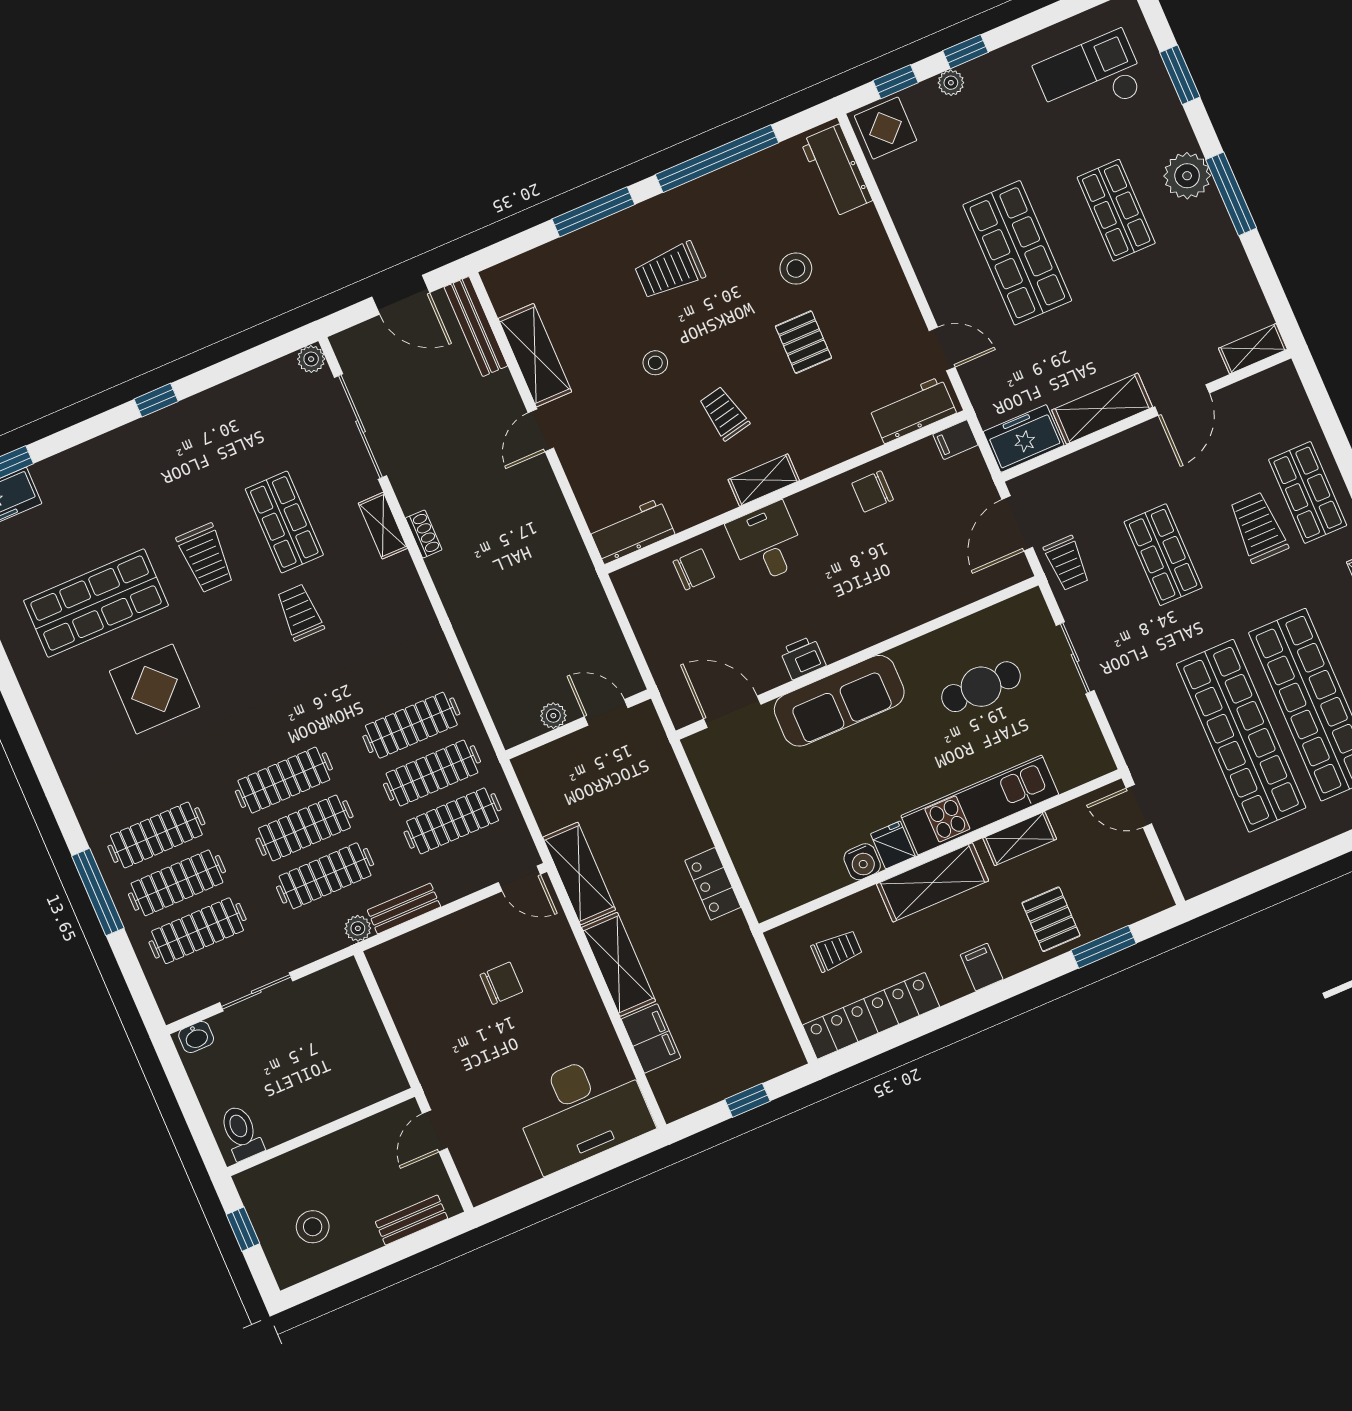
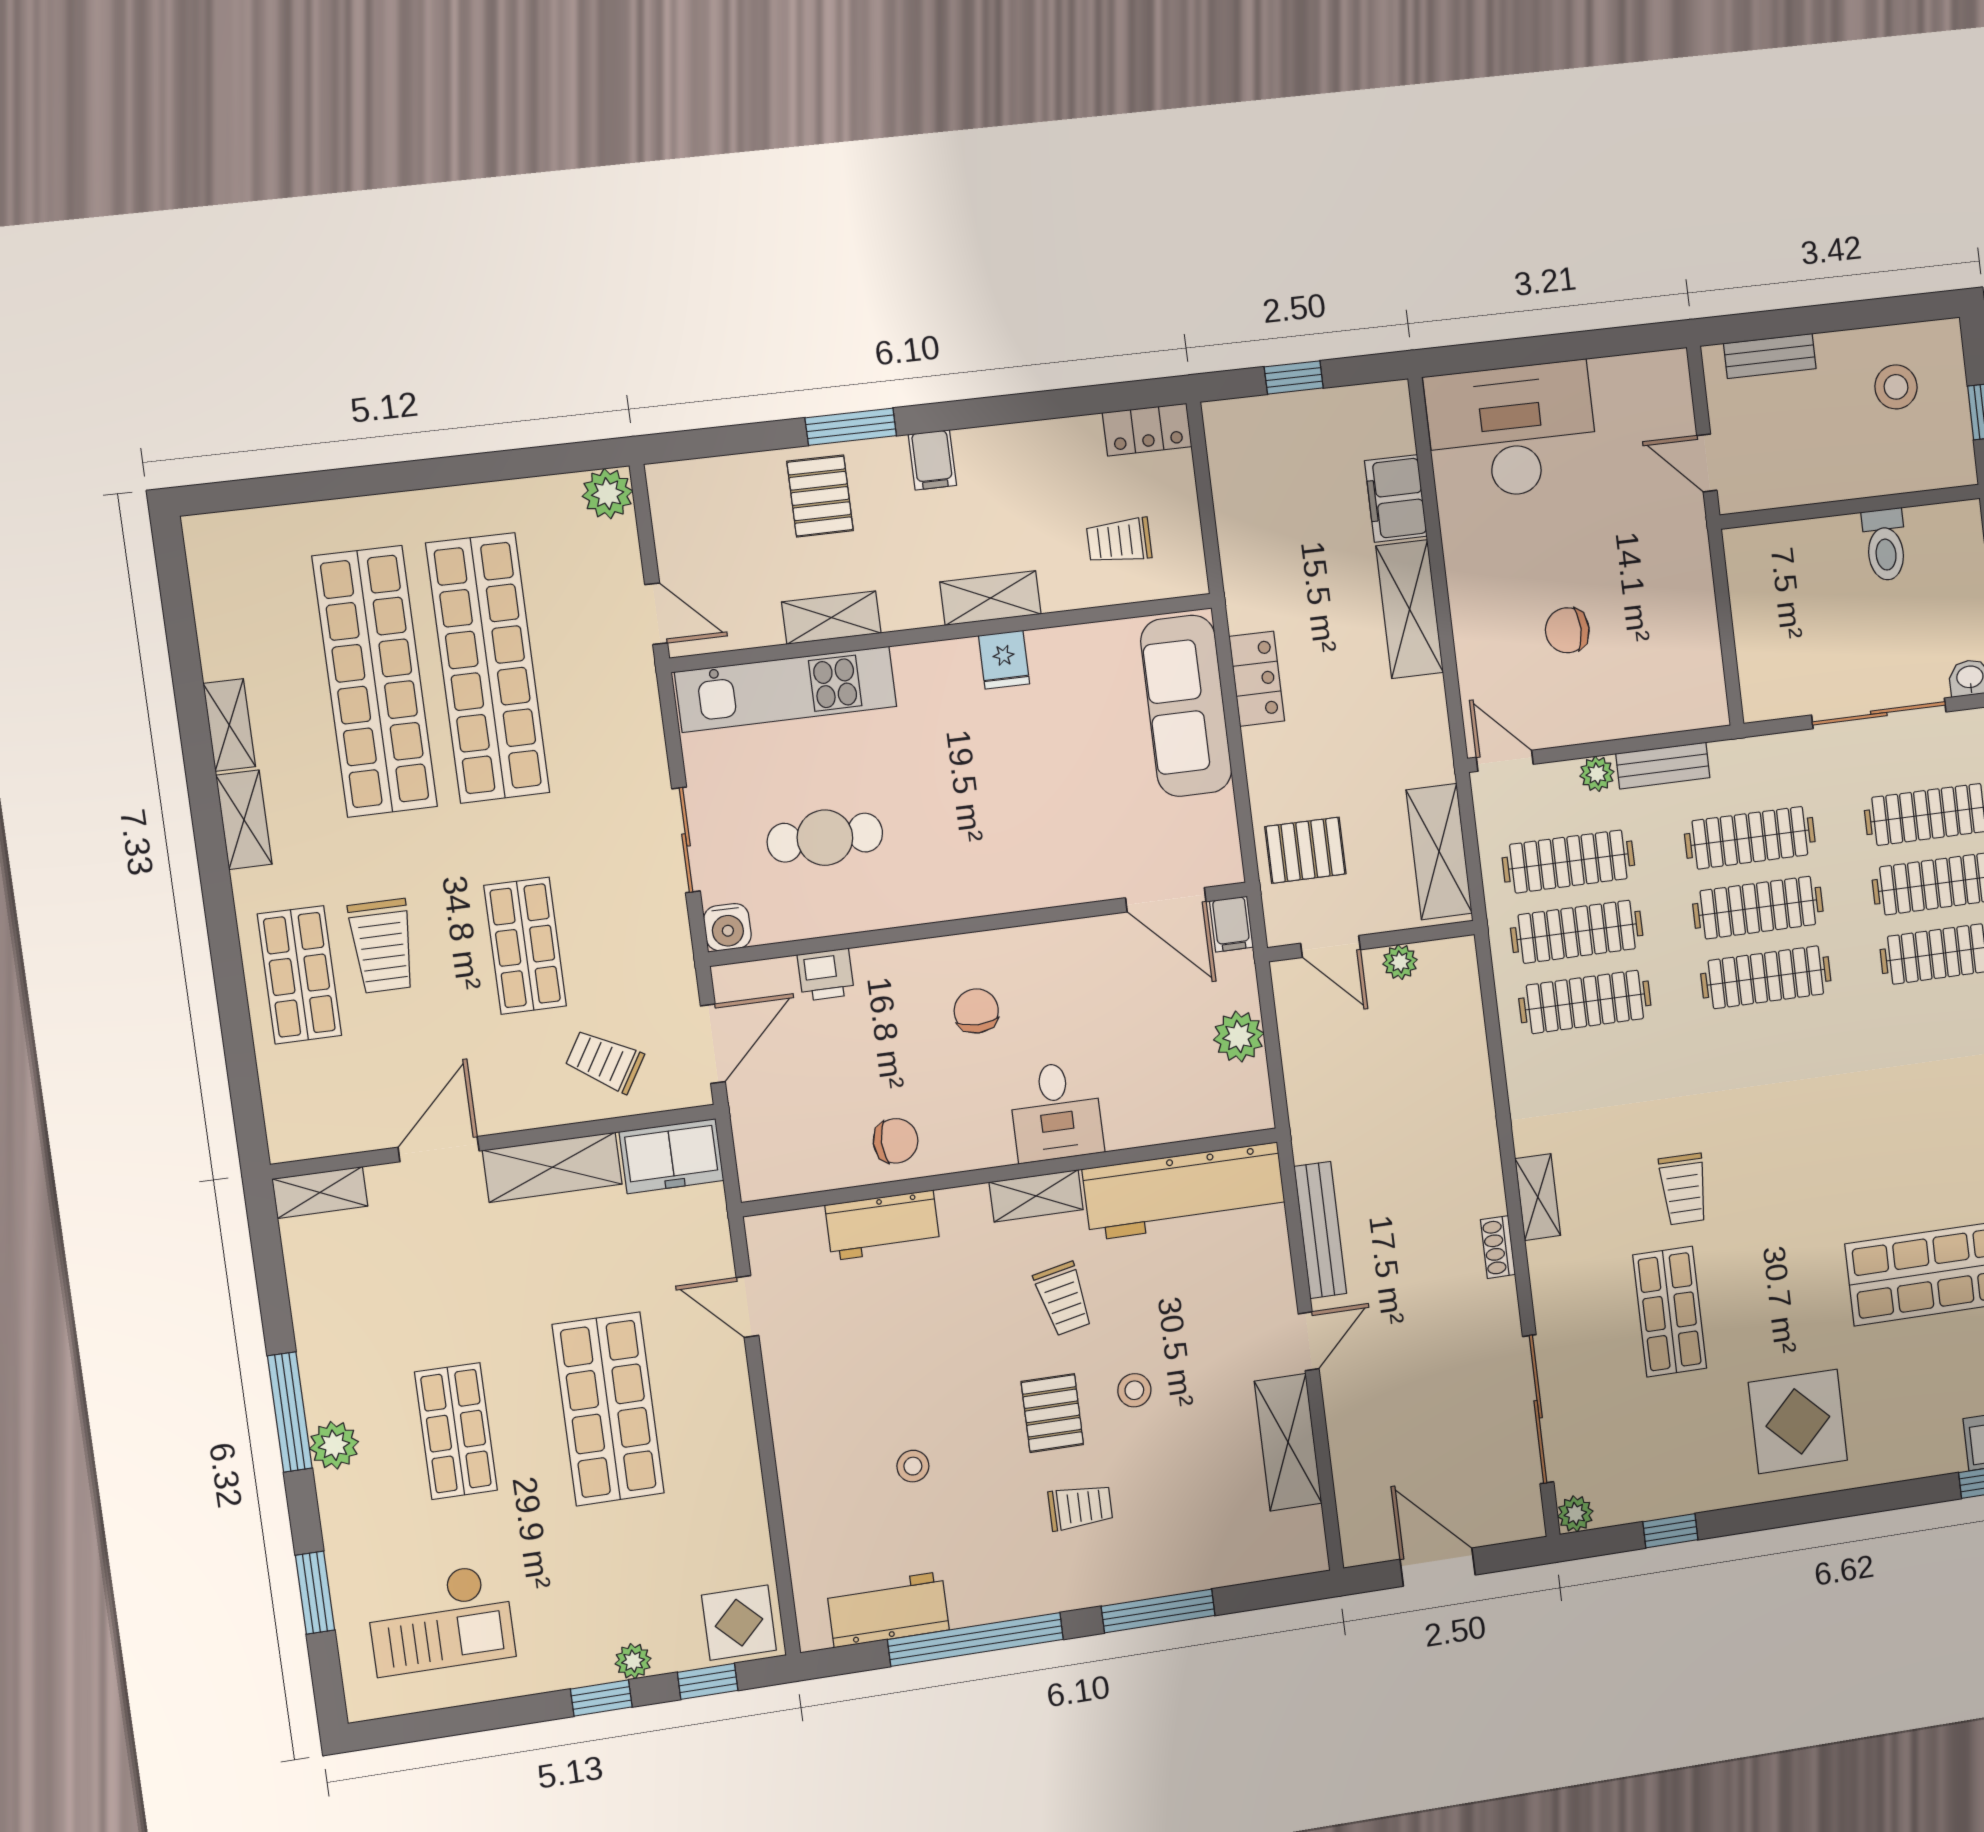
workbench: (836, 171) -> (888, 1609), moved, turned -90
plant: (1187, 176) -> (334, 1445), width x0.73, depth x0.73
stool: (796, 269) -> (913, 1466), width x0.73, depth x0.73
trolley: (670, 271) -> (1080, 1507), width x0.73, depth x0.72
bench: (476, 326) -> (1320, 1230), moved
pallet: (803, 342) -> (1052, 1413), moved
window: (156, 400) -> (1670, 1531), moved
workbench: (913, 410) -> (883, 1225), moved
filing cabinet: (955, 440) -> (1231, 924), moved, turned 90
shelving: (383, 526) -> (1538, 1197), moved
workbench: (632, 531) -> (1184, 1191), width x1.88, depth x1.32
trolley: (206, 558) -> (1781, 1293), removed
trolley: (1067, 563) -> (605, 1061), moved, turned -59
chair: (694, 569) -> (976, 1011), moved, turned 91
plant: (653, 631) -> (1239, 1036), added
printer: (803, 658) -> (826, 975), moved
display table: (155, 689) -> (1798, 1421), moved
sofa: (839, 701) -> (1186, 706), moved, turned -90
pallet: (644, 775) -> (1305, 850), added
kitchen unit: (980, 805) -> (786, 689), moved
water cooler: (862, 862) -> (727, 927), moved, turned 180
shelving: (579, 873) -> (1439, 852), moved
plant: (1195, 878) -> (608, 494), added
shelving: (933, 882) -> (990, 598), width x0.67, depth x0.75
plant: (358, 928) -> (1597, 774), moved
window: (1104, 947) -> (851, 427), moved
sliding door: (256, 992) -> (1879, 713), width x1.37
locker: (871, 1016) -> (1147, 430), width x0.46, depth x0.83
door: (435, 1131) -> (1707, 463), swing flipped
toilet: (241, 1133) -> (1885, 545), moved

